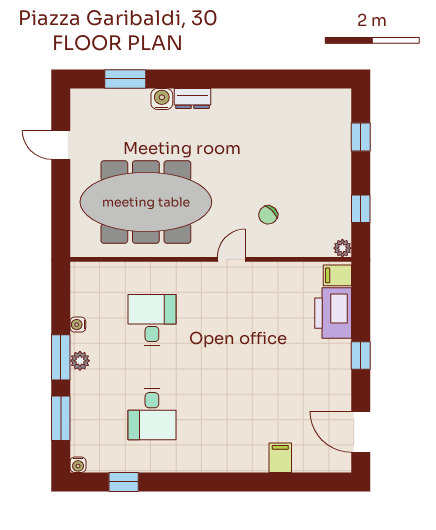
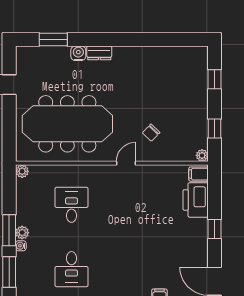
plant: (80, 271) -> (22, 171), added
water cooler: (78, 325) -> (21, 246), moved

